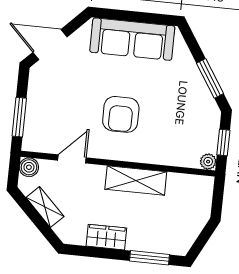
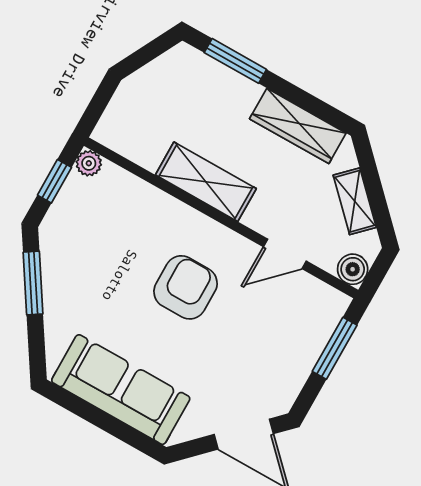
wardrobe: (106, 237) -> (298, 126), width x1.50

